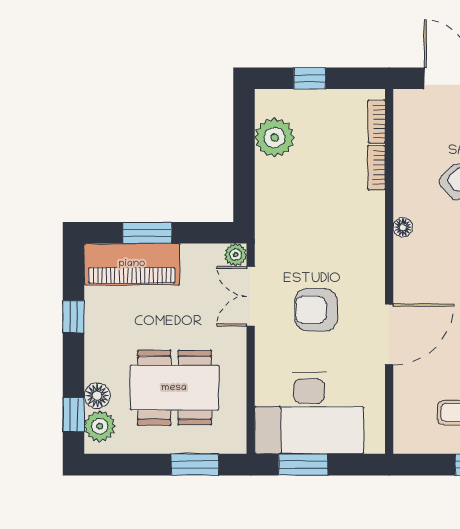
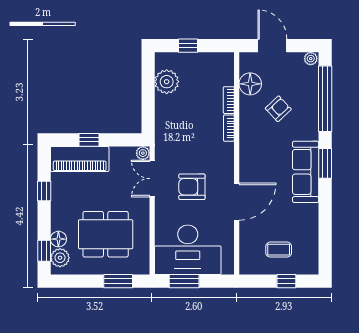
bookcase: (377, 122) -> (229, 128), moved
floor lamp: (403, 227) -> (250, 84), moved, width x1.89, depth x1.89
window: (147, 233) -> (89, 140), width x0.67

